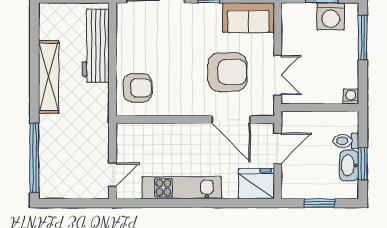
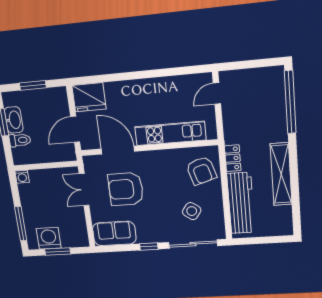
side table: (153, 40) -> (192, 211), added
armchair: (138, 88) -> (201, 171), turned -107
locker: (101, 100) -> (233, 158), added
kitchen unit: (182, 188) -> (170, 133), moved, turned 180

